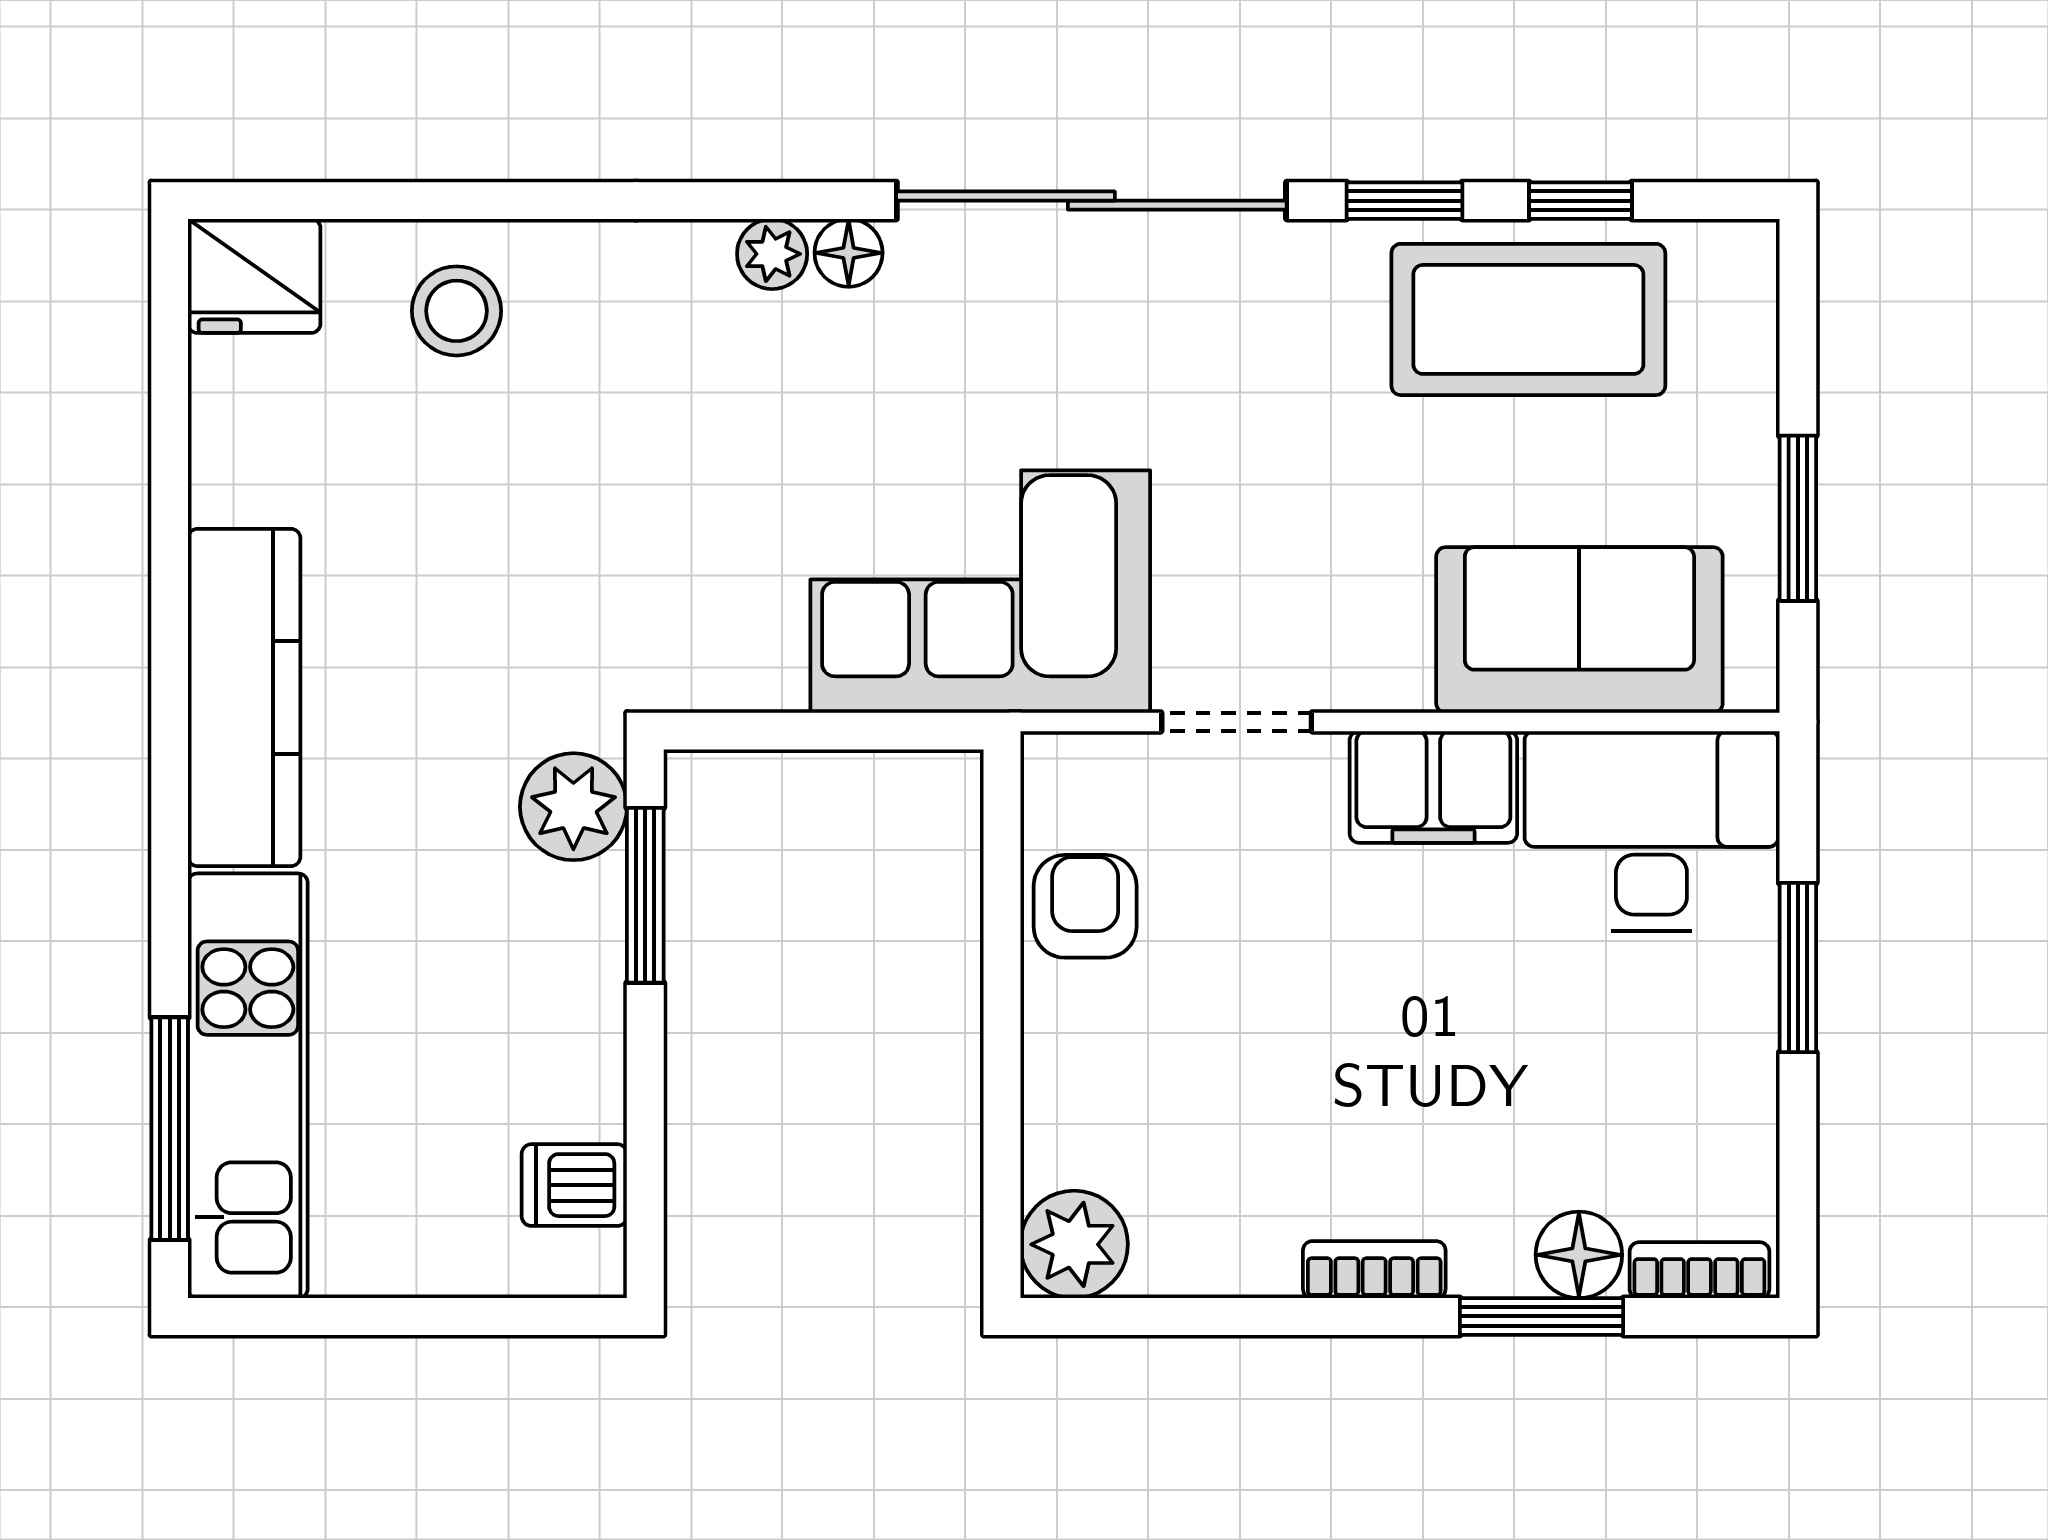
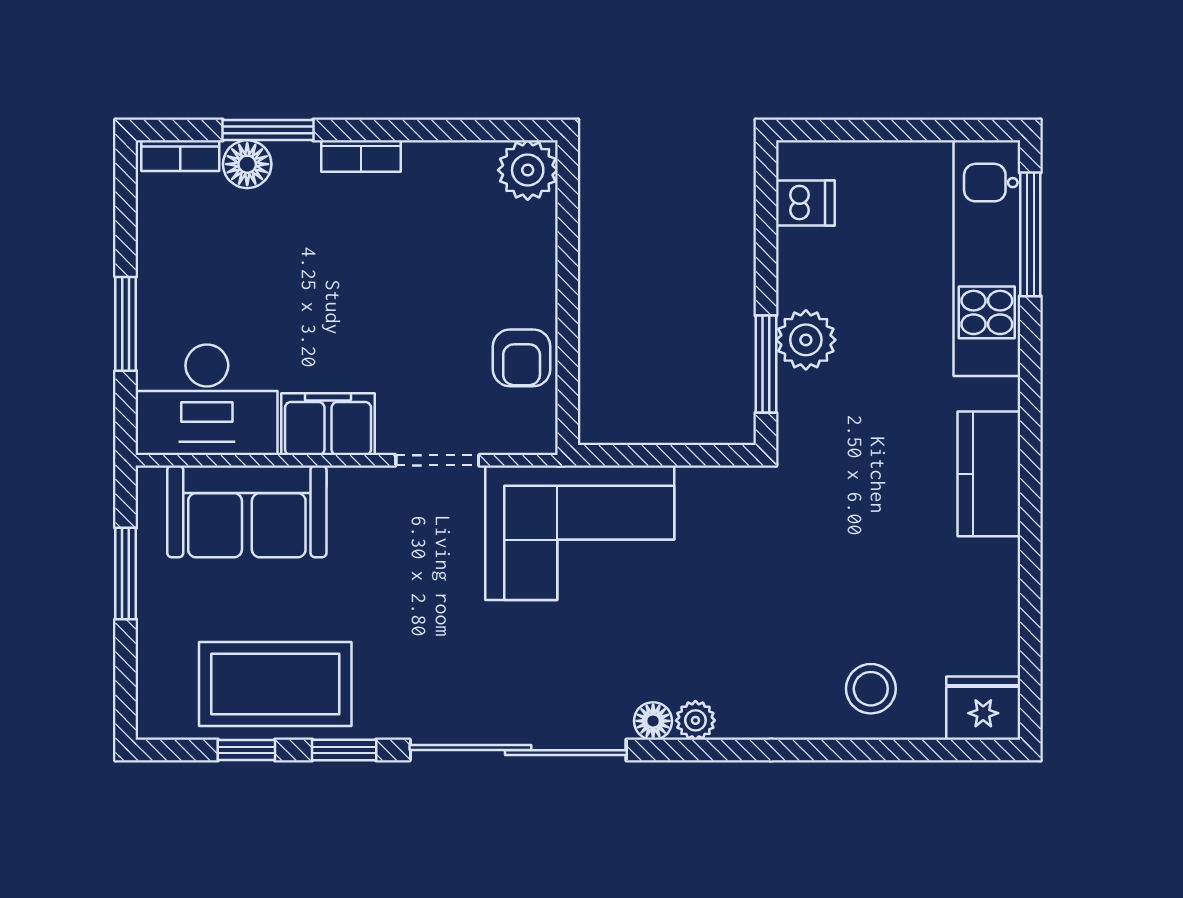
kitchen counter: (244, 697) -> (989, 474), width x0.67
plant: (573, 807) -> (806, 340), moved

